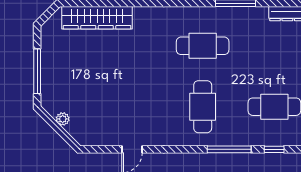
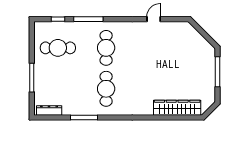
cafe table: (203, 46) -> (106, 89), turned 90
plant: (63, 119) -> (200, 40), removed

